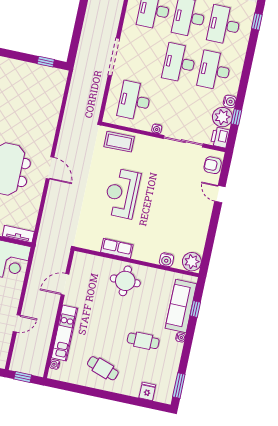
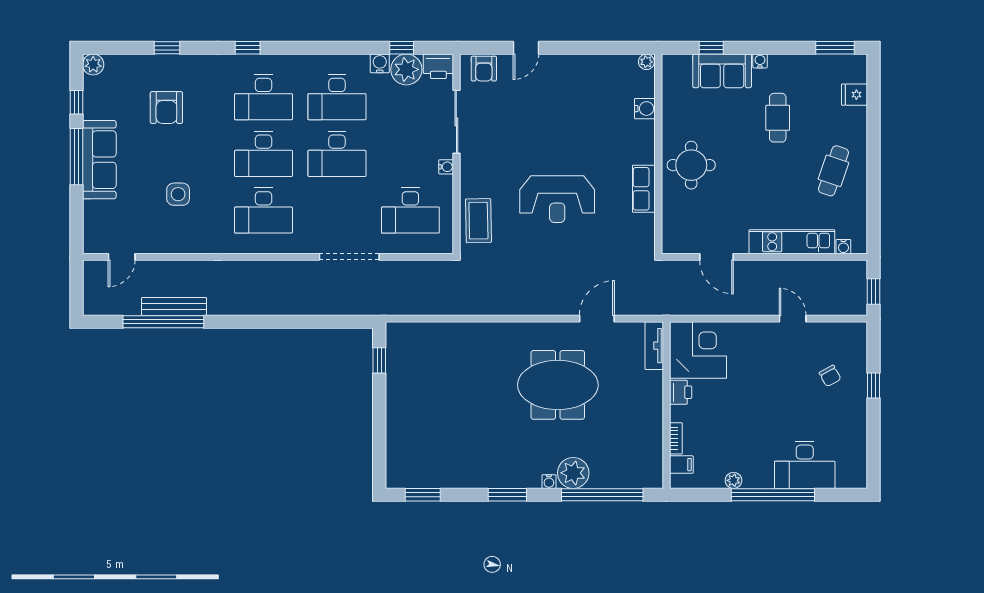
door: (50, 168) -> (597, 319), moved
plant: (192, 262) -> (646, 62), width x0.53, depth x0.53
sofa: (181, 306) -> (722, 71), width x0.73

